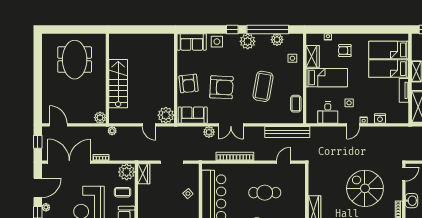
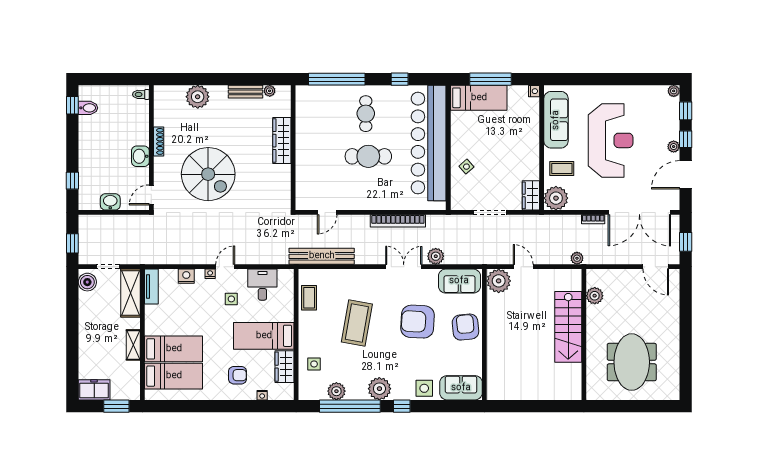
tv unit: (404, 90) -> (151, 286), moved
plant: (100, 118) -> (595, 296), moved
cafe table: (265, 193) -> (368, 156), moved

